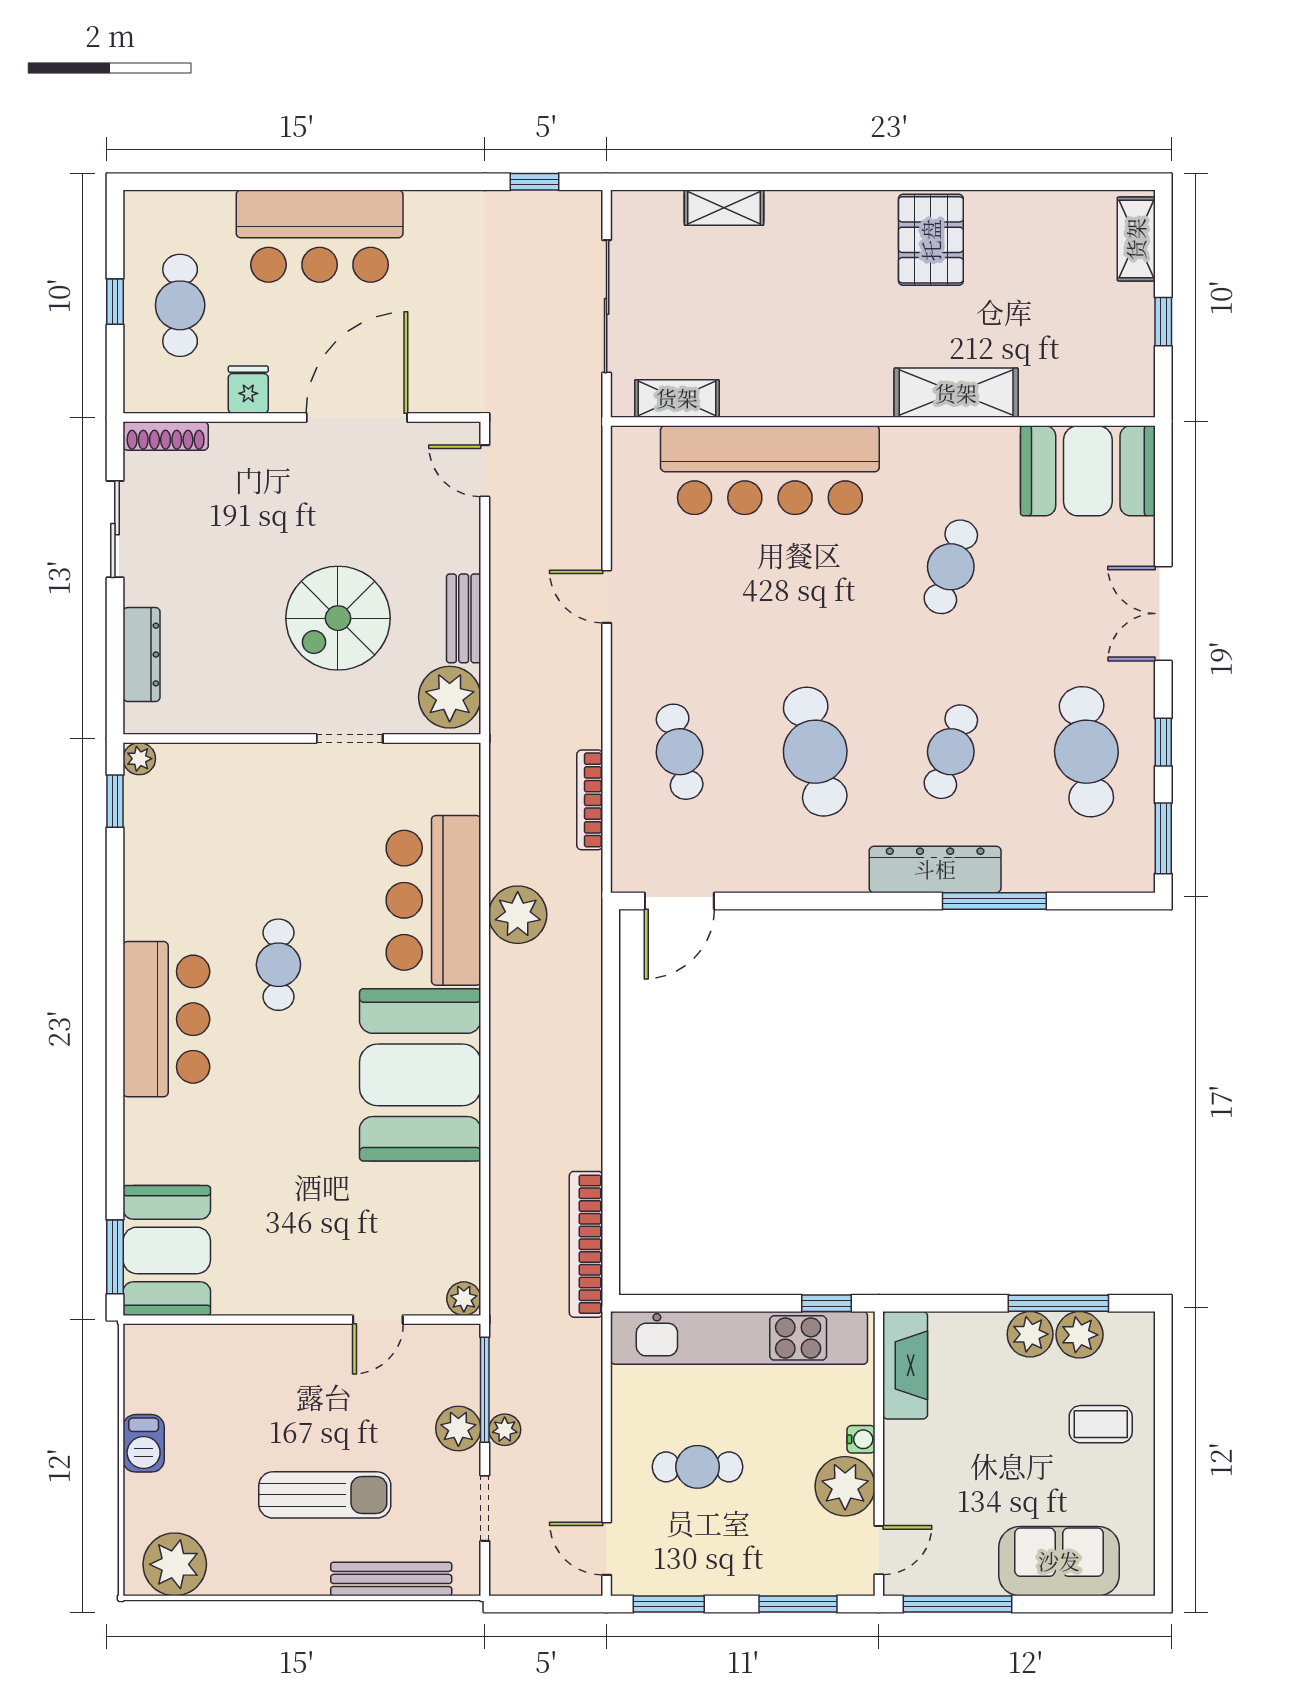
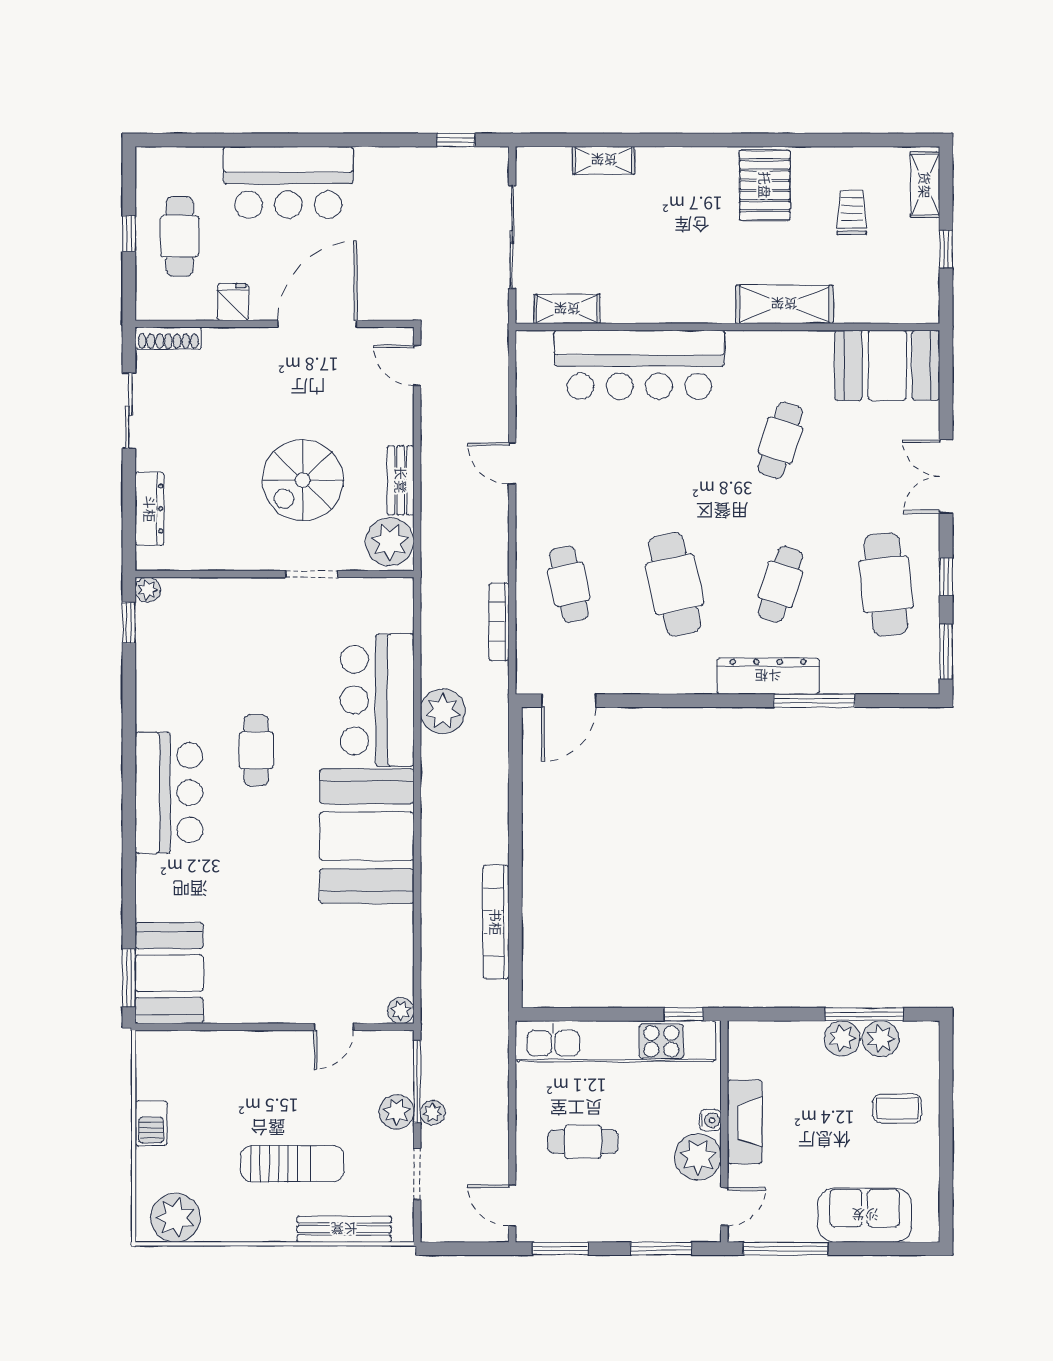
trolley: (1042, 275) -> (852, 212), added
bookcase: (586, 1244) -> (496, 922), moved
fireplace: (905, 1365) -> (745, 1122), moved

